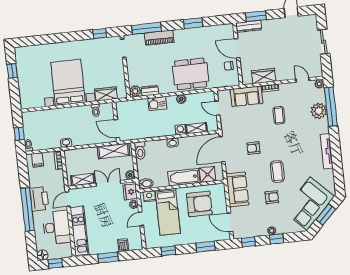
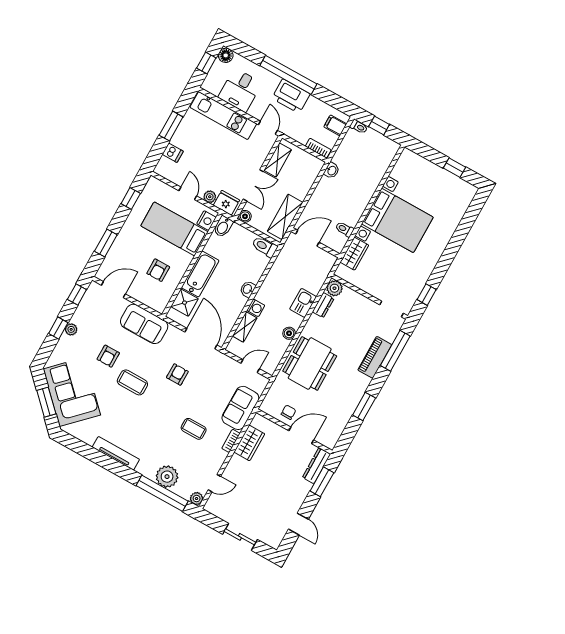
armchair: (199, 204) -> (158, 270), width x0.53, depth x0.53
desk: (57, 227) -> (240, 90), width x0.73

